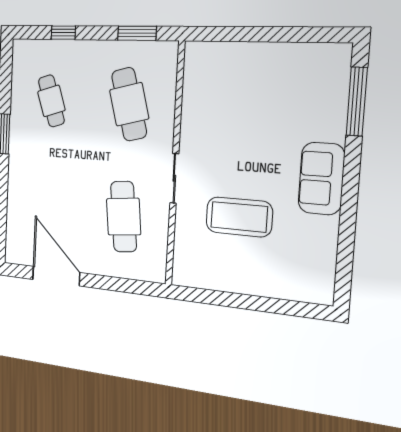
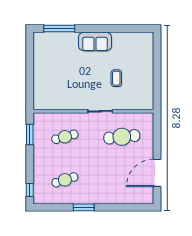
window: (63, 33) -> (30, 190), moved
cafe table: (129, 104) -> (65, 137), width x0.73, depth x0.74
coffee table: (239, 217) -> (116, 78), width x0.54, depth x0.58

